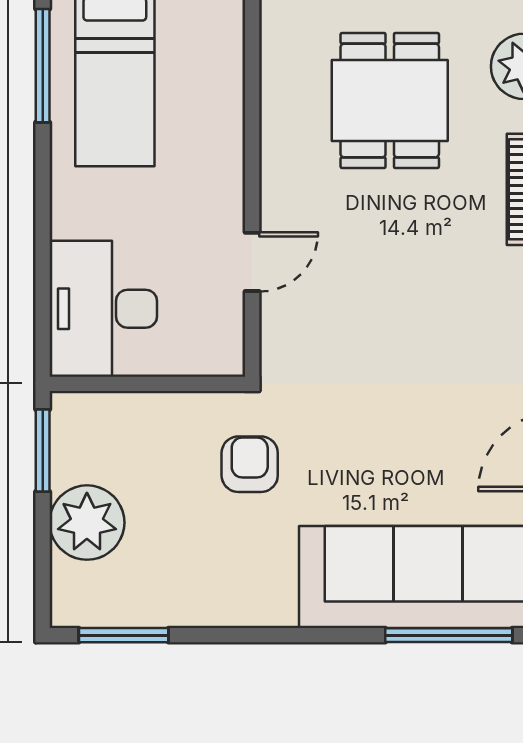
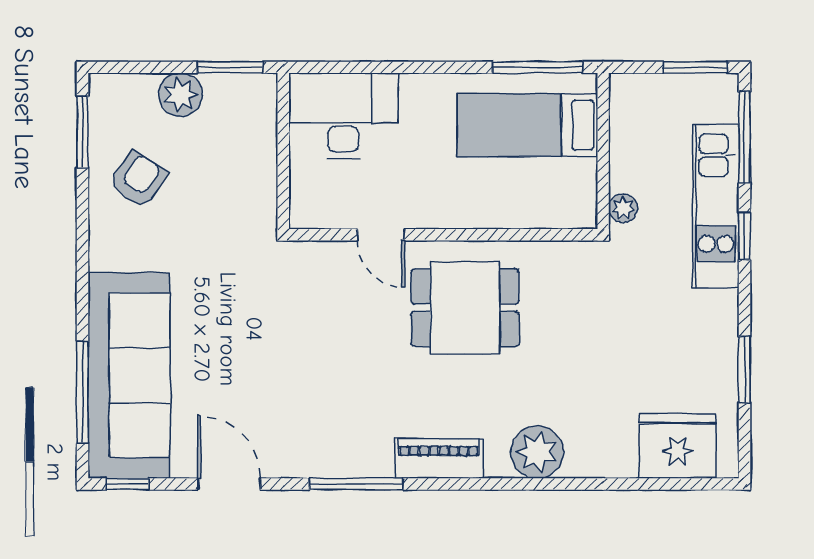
dining table: (390, 100) -> (465, 308), moved
armchair: (250, 464) -> (138, 179), moved, turned -56
plant: (87, 523) -> (180, 95), width x0.73, depth x0.73

